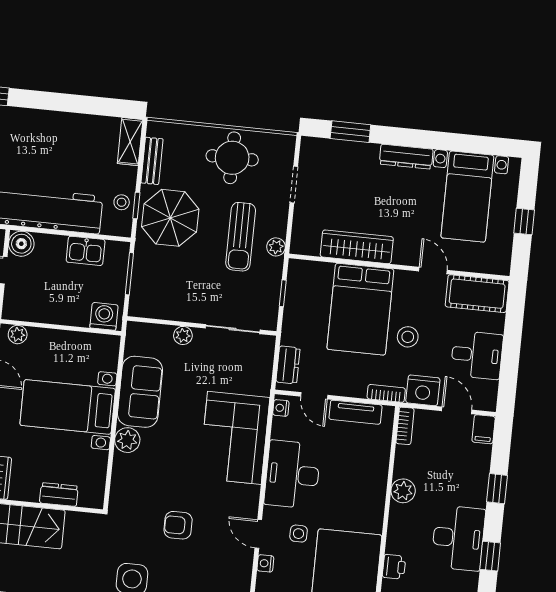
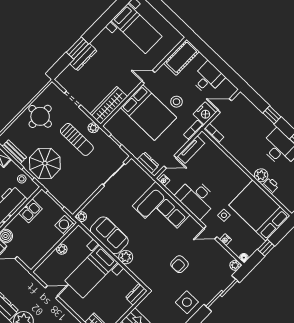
window: (350, 132) -> (77, 48), moved
dresser: (406, 157) -> (83, 57), moved
window: (524, 221) -> (166, 13), removed
wardrobe: (357, 247) -> (109, 105), moved
door: (433, 271) -> (148, 77), moved
plant: (18, 335) -> (62, 249), moved
plant: (183, 335) -> (81, 217), moved
filing cabinet: (484, 429) -> (242, 100), removed
plant: (403, 491) -> (261, 175), moved
dresser: (59, 495) -> (136, 294), moved

